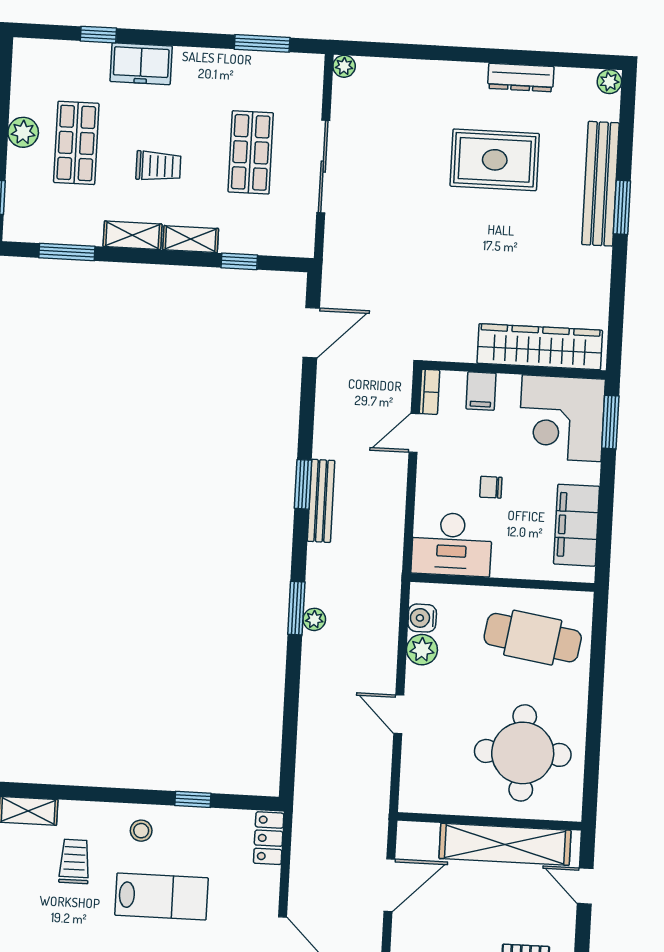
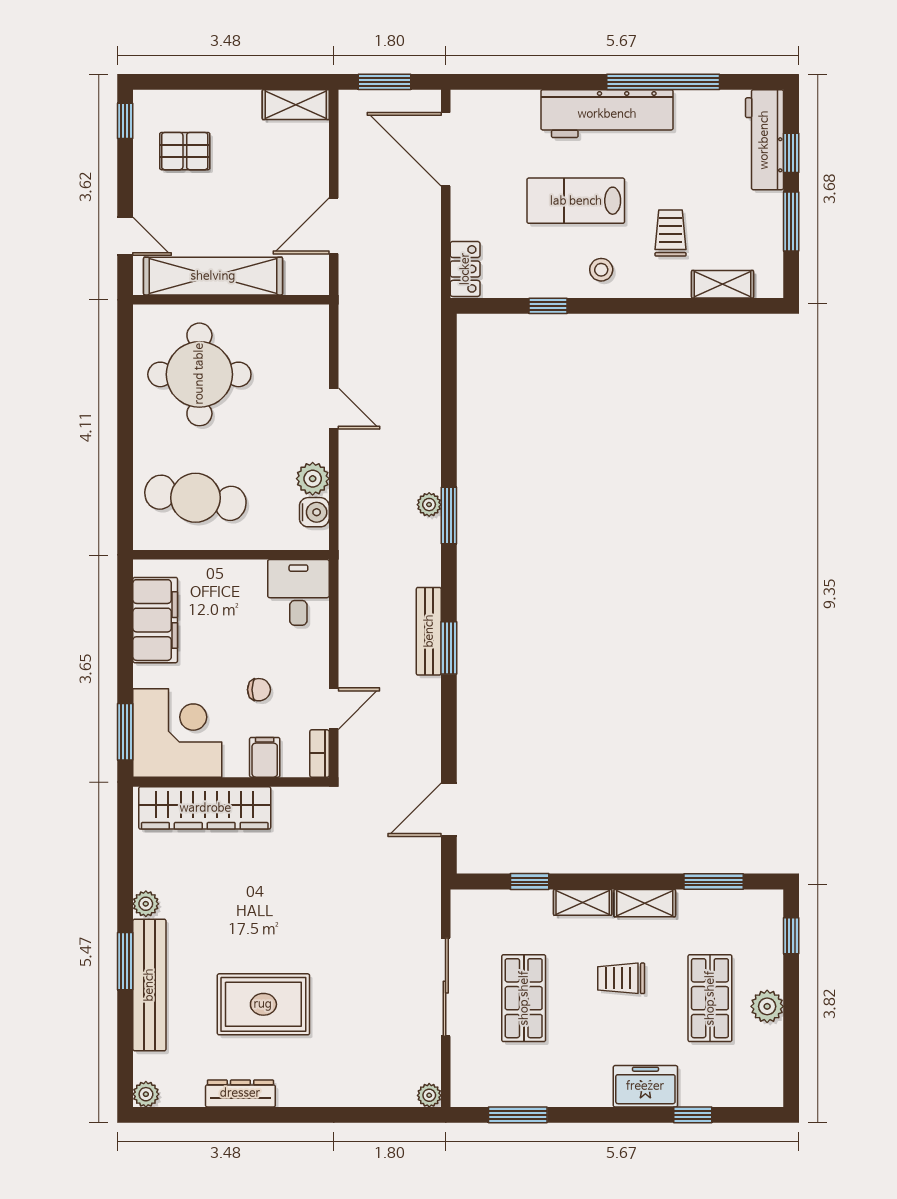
plant: (600, 260) -> (146, 904), added
chair: (491, 487) -> (259, 690), moved
desk: (452, 544) -> (298, 592), width x0.73
trolley: (74, 861) -> (670, 233), turned 180

